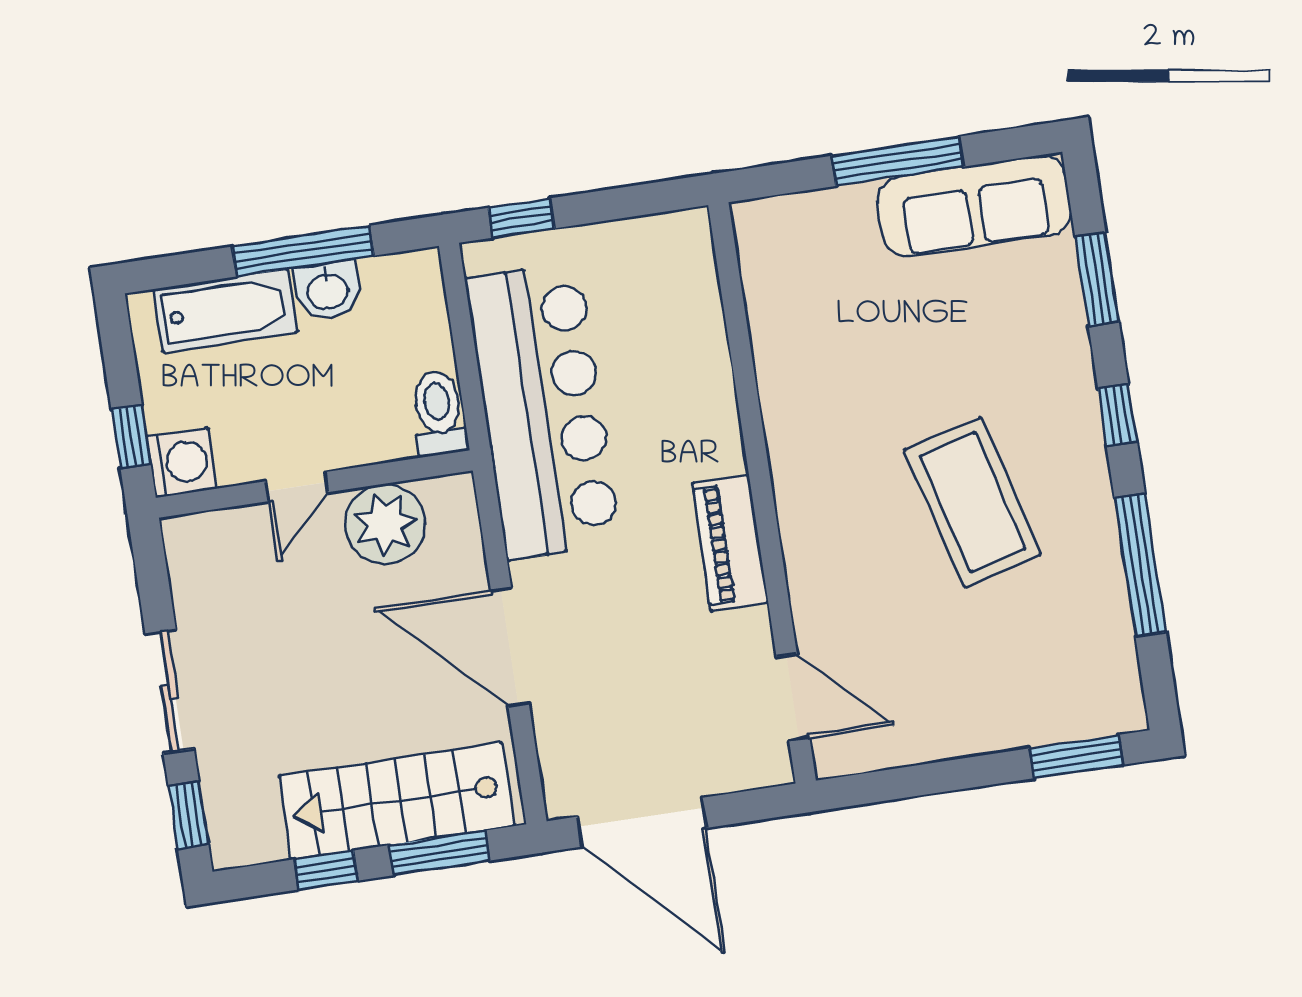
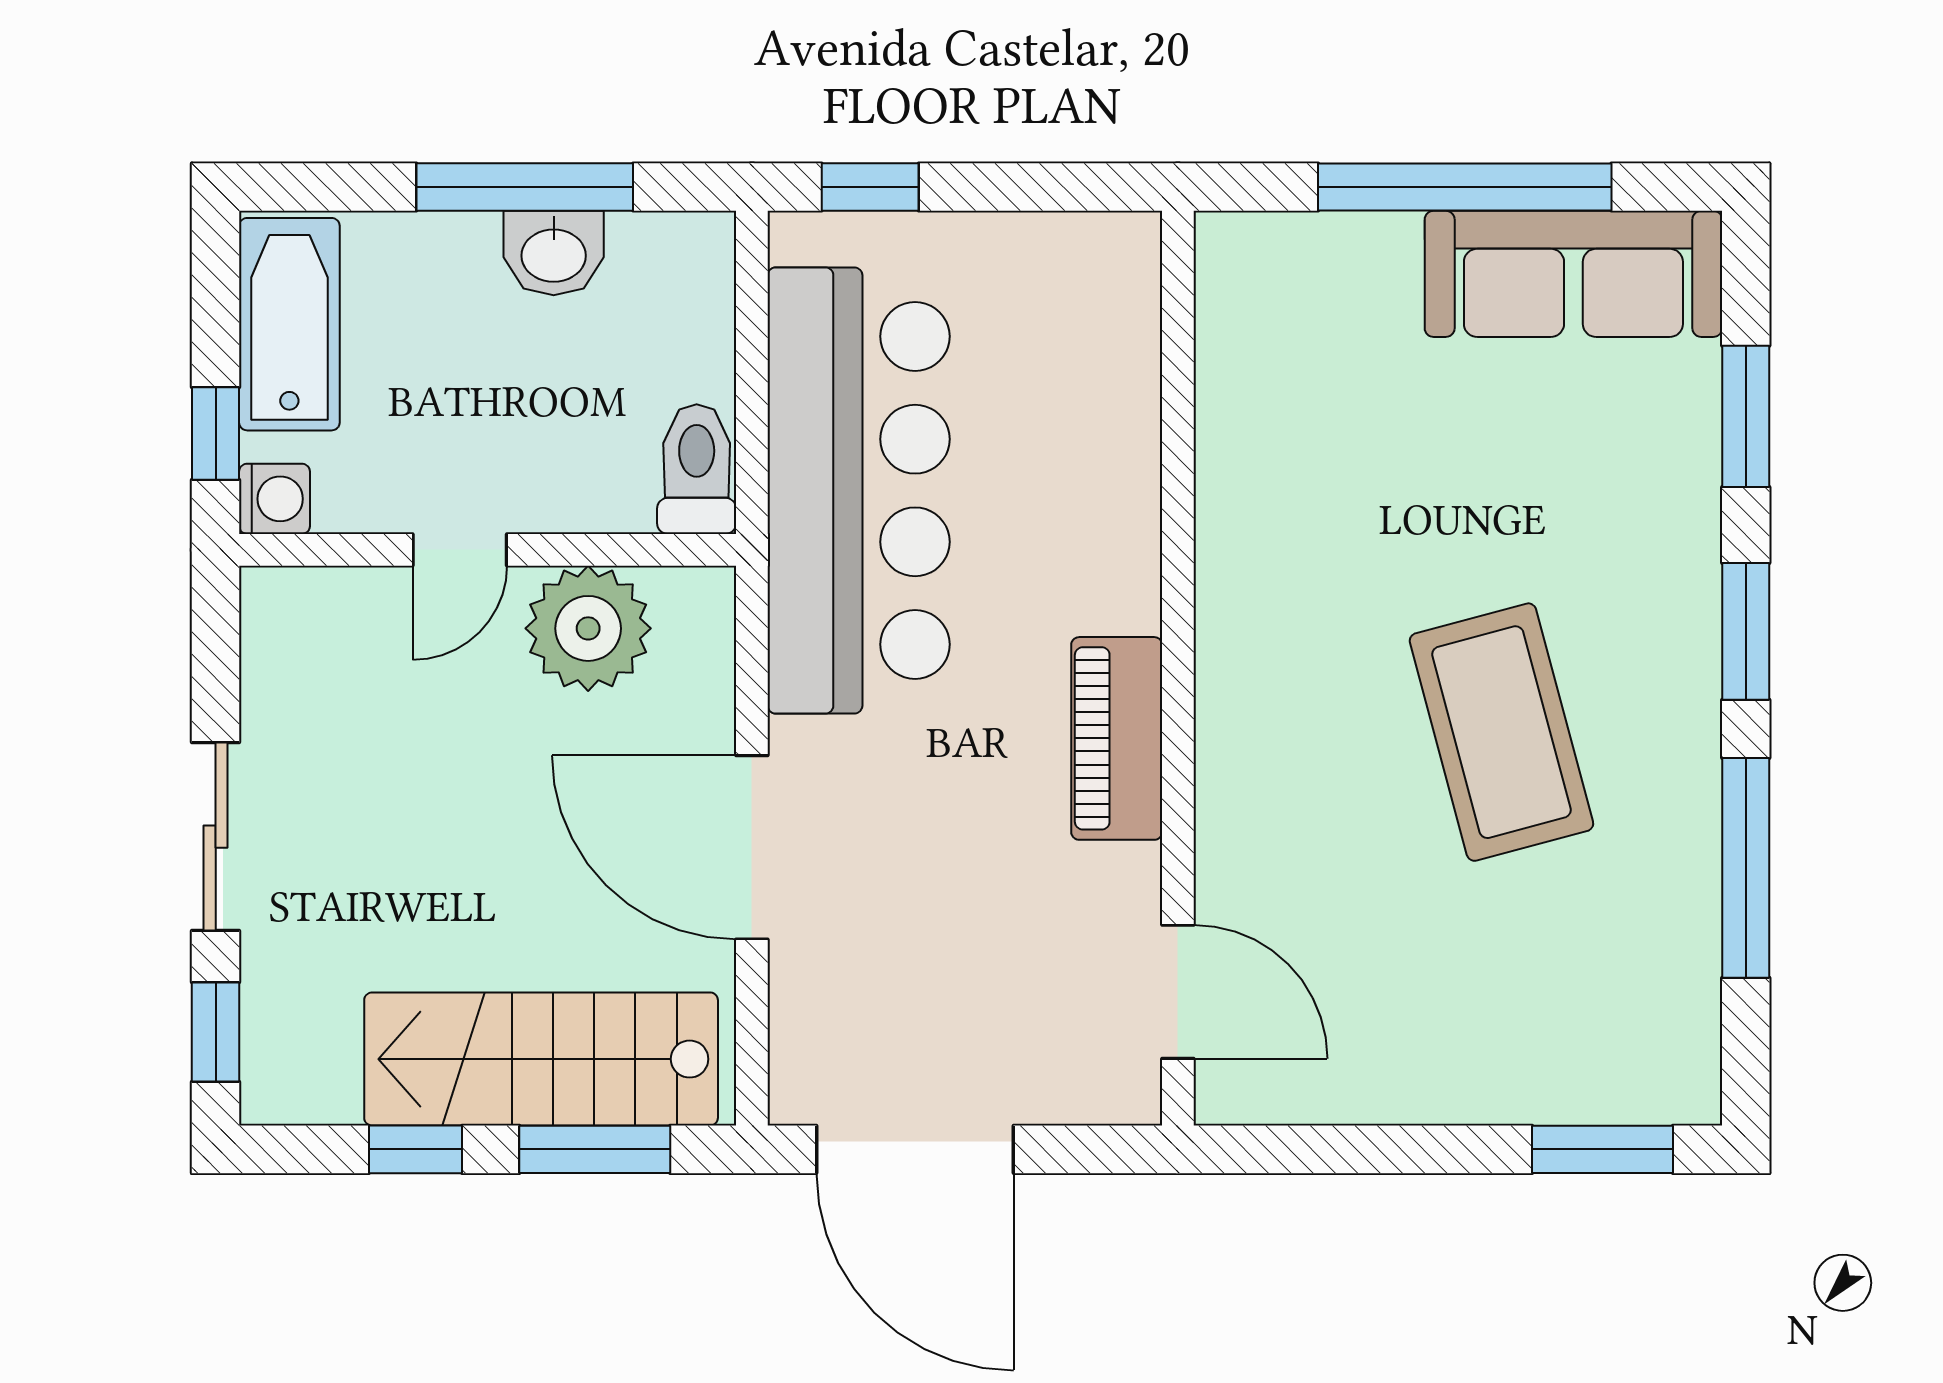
window: (897, 161) -> (1465, 187), width x1.46
bathtub: (225, 311) -> (289, 324), moved, turned -90
window: (1118, 415) -> (1746, 631), width x1.50
washing machine: (182, 462) -> (275, 499), width x0.73, depth x0.73

